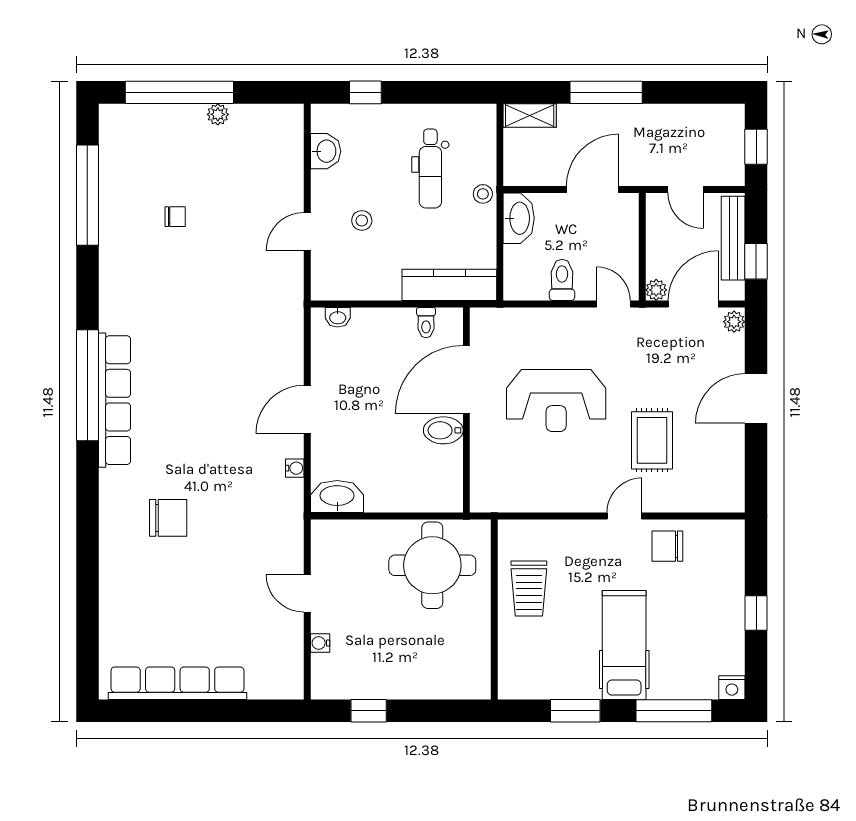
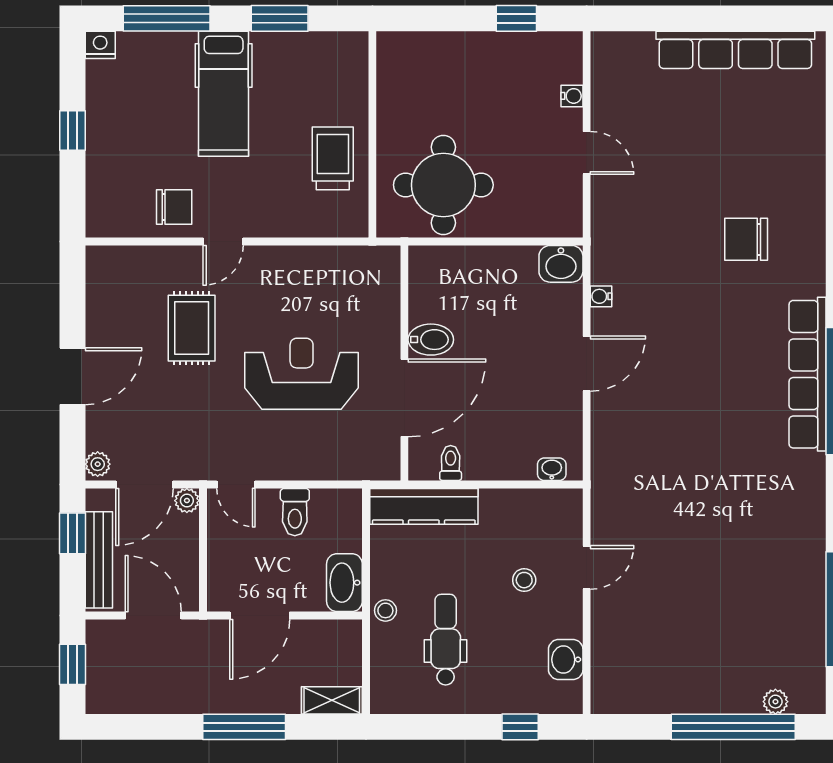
plant: (218, 114) -> (775, 702), moved
door: (686, 190) -> (153, 616), width x1.38
chair: (175, 217) -> (738, 584), removed
washbasin: (337, 497) -> (561, 264), width x0.72

